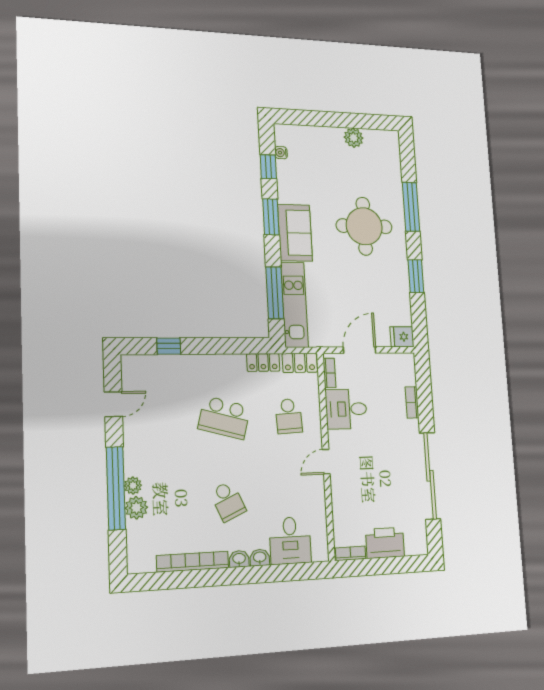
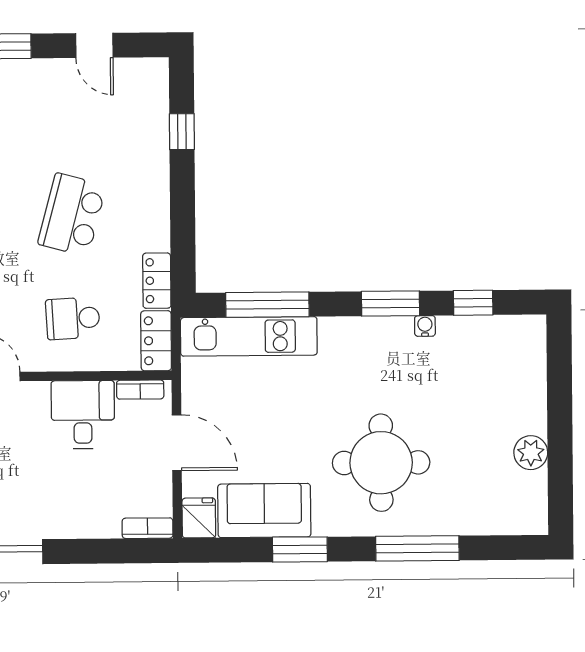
water cooler: (281, 153) -> (425, 326), moved
sofa: (295, 233) -> (264, 511), moved, turned 180
bookcase: (412, 402) -> (148, 528), moved

